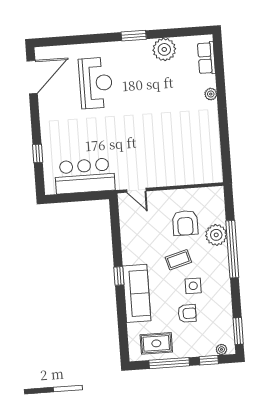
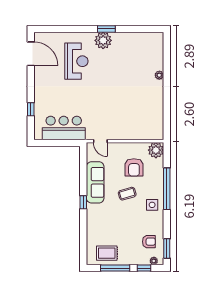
plant: (164, 49) -> (103, 40), moved
row of seats: (206, 58) -> (158, 49), removed
door: (32, 77) -> (31, 54), hinge flipped
plant: (216, 235) -> (156, 150), moved
side table: (193, 286) -> (152, 205), moved
sofa: (137, 293) -> (95, 182), moved
armchair: (187, 313) -> (149, 242), moved

